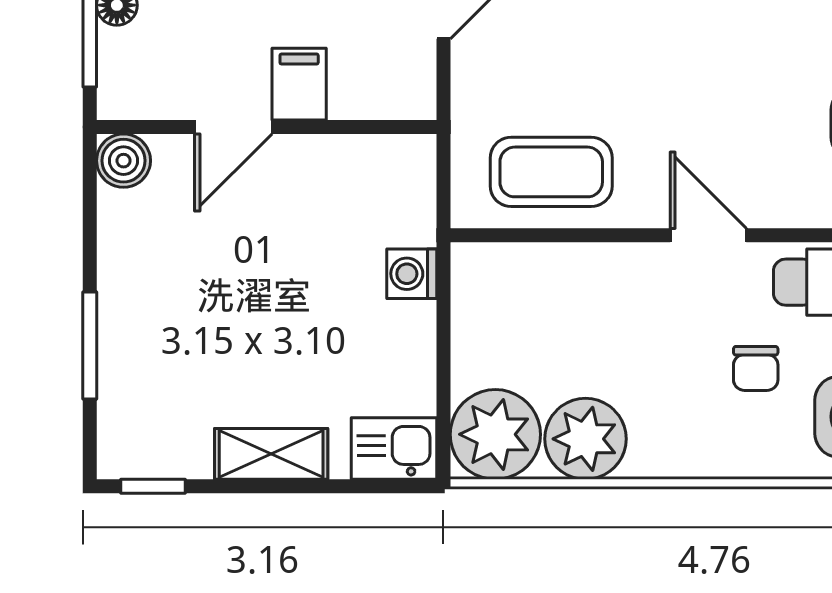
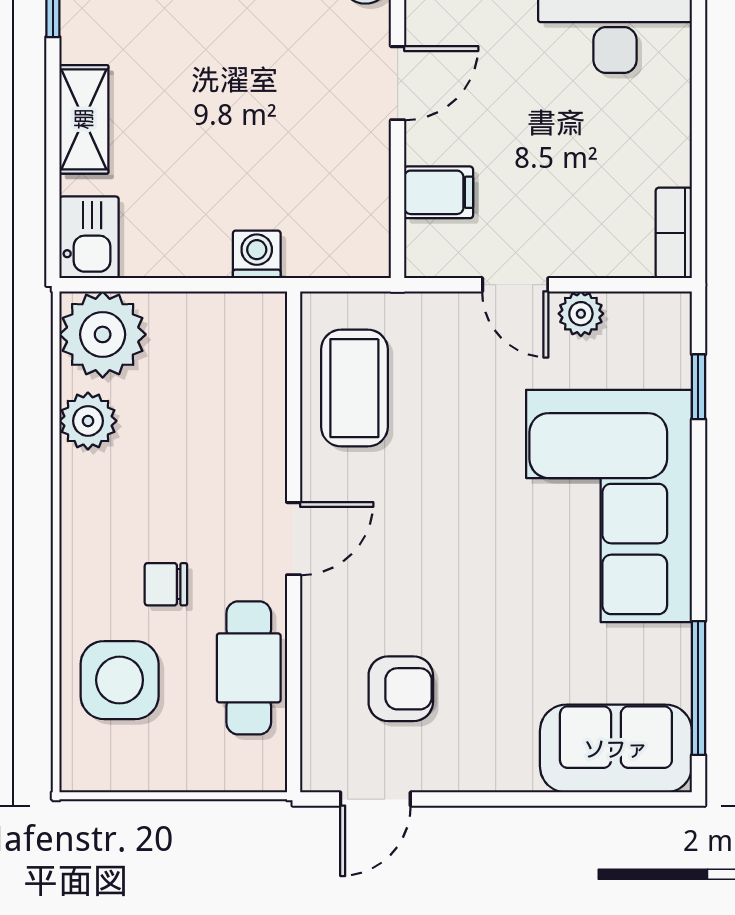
filing cabinet: (299, 84) -> (439, 192), moved
door: (233, 127) -> (398, 83), swing flipped
plant: (585, 439) -> (88, 421), width x0.73, depth x0.73

